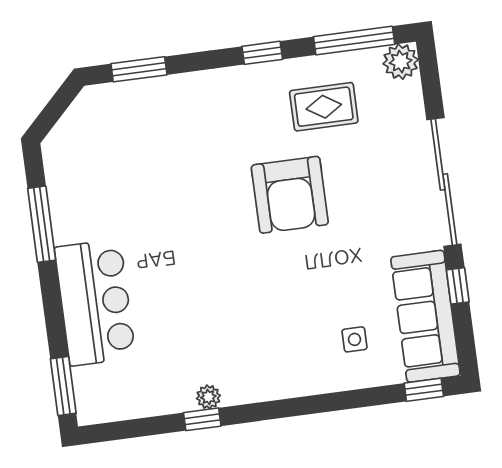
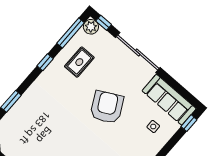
armchair: (290, 195) -> (107, 107), moved, turned -118
window: (458, 286) -> (104, 23), moved

